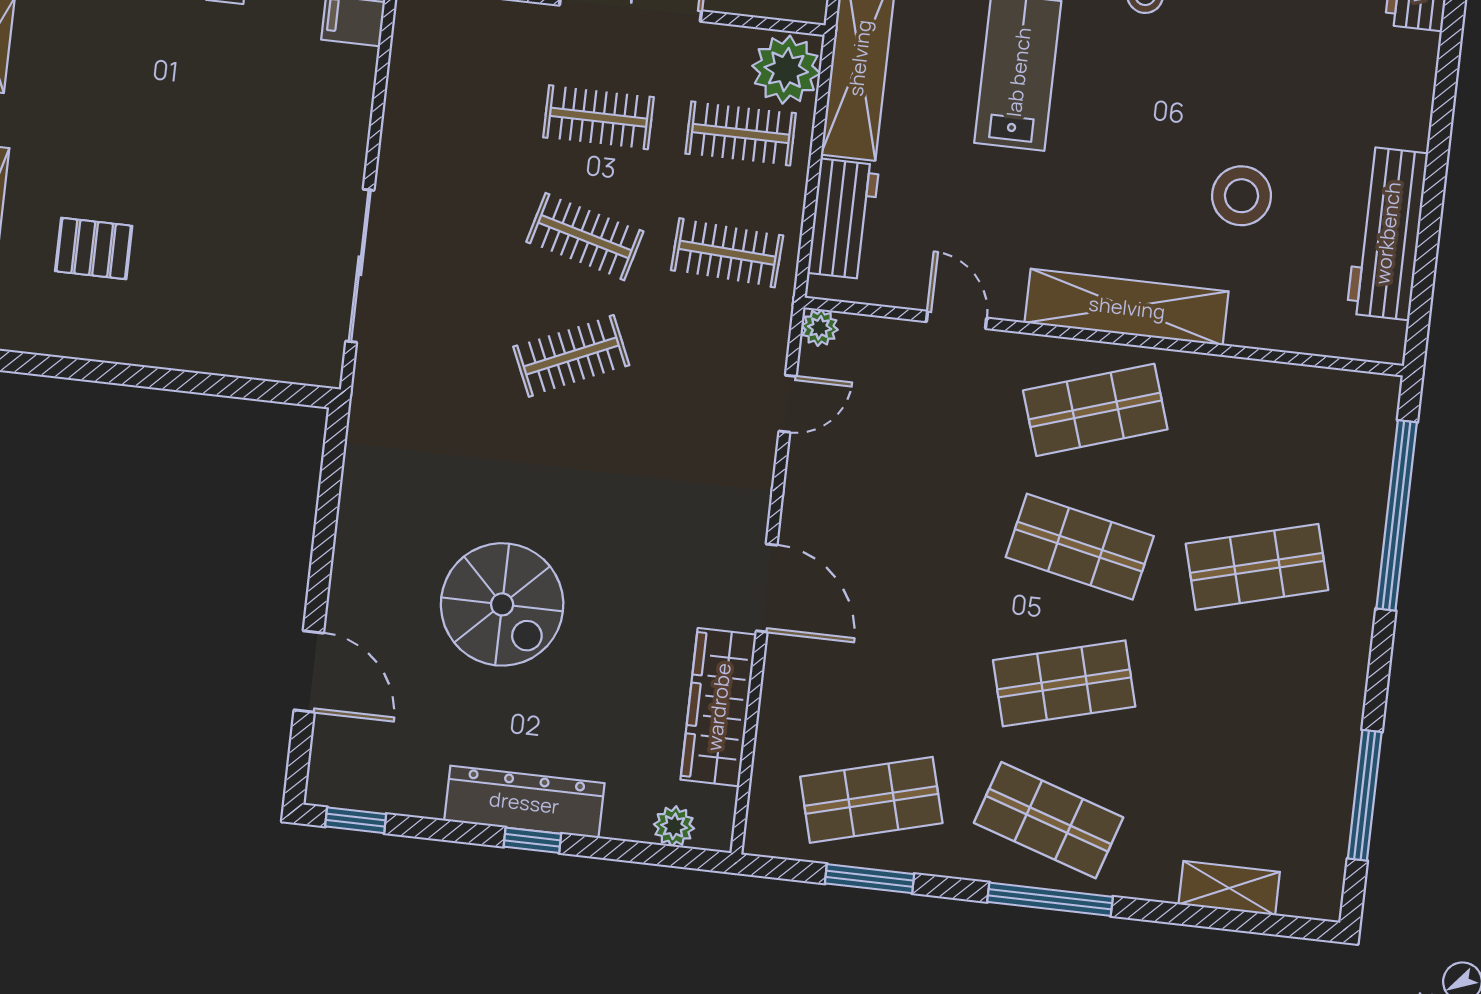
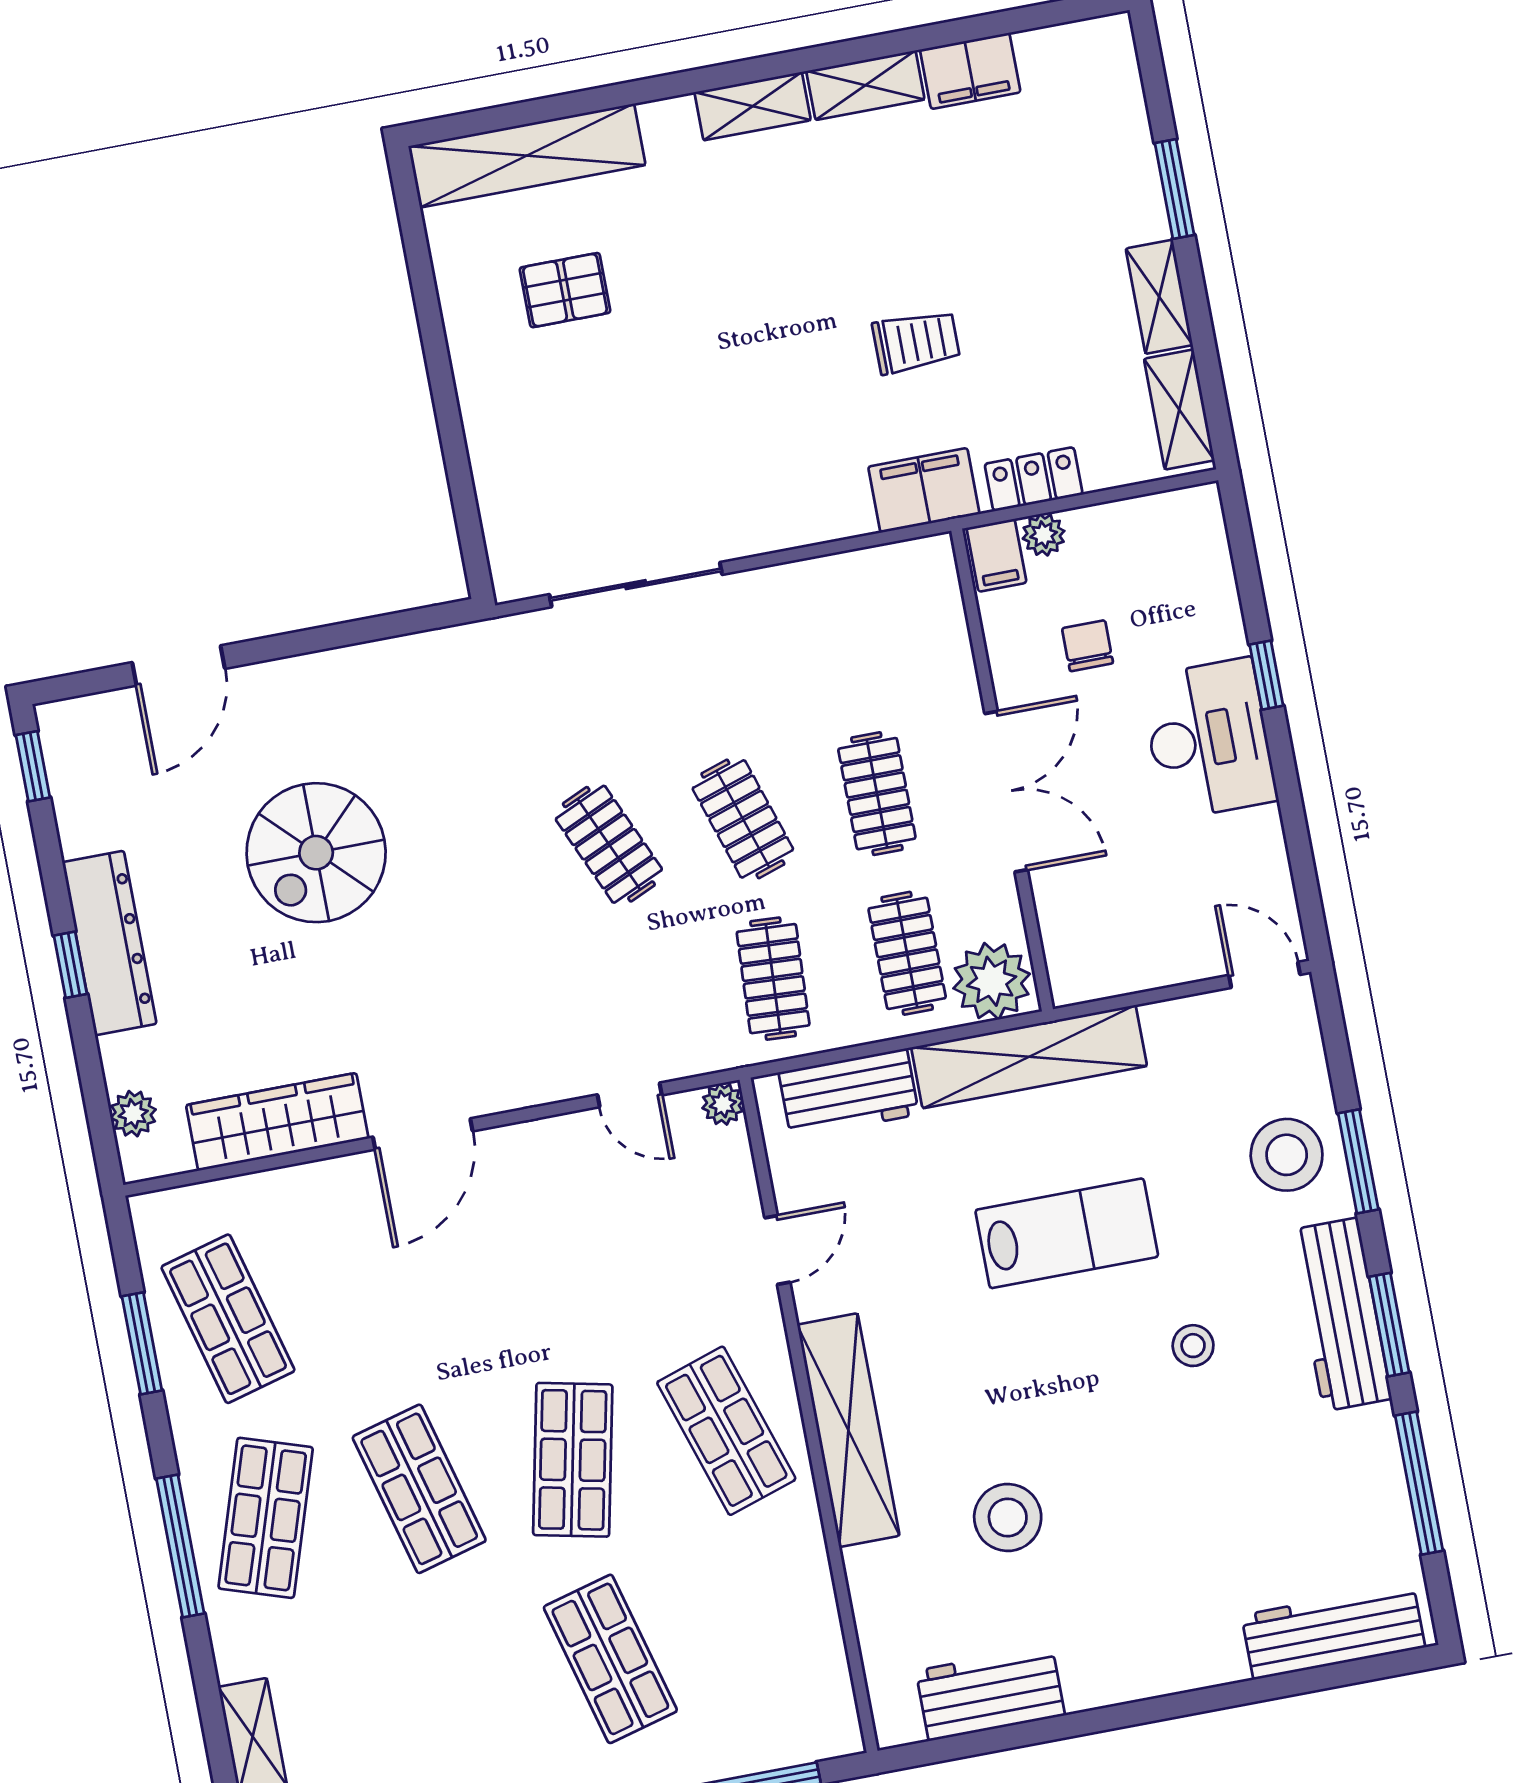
workbench: (1387, 233) -> (990, 1693), width x0.73
clothes rail: (585, 237) -> (743, 819), turned -33
pallet: (94, 248) -> (565, 290), turned 90

